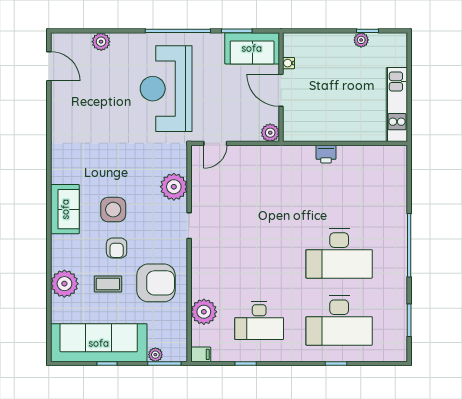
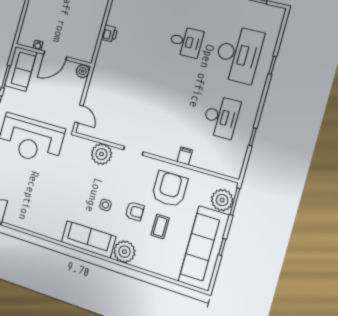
sofa: (65, 209) -> (88, 239), width x1.36
side table: (113, 210) -> (105, 205), width x0.54, depth x0.54
desk: (339, 253) -> (186, 42), width x0.53, depth x0.77
plant: (64, 284) -> (124, 252), moved
plant: (204, 312) -> (202, 158), removed
filing cabinet: (201, 354) -> (185, 156), moved
plant: (155, 355) -> (222, 200), width x1.87, depth x1.87

